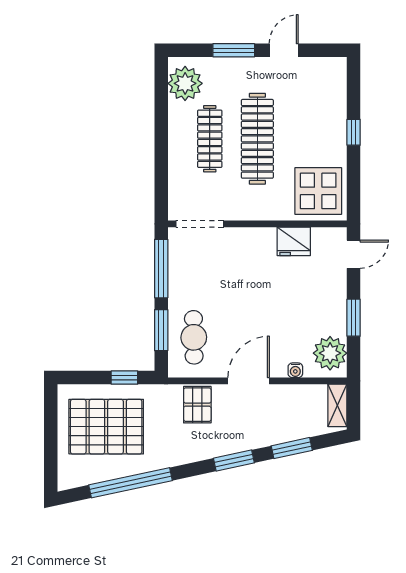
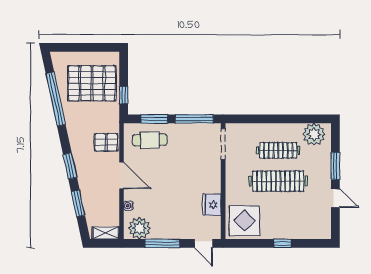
window: (354, 318) -> (162, 243), width x1.44
pallet: (106, 427) -> (92, 83), turned 90

